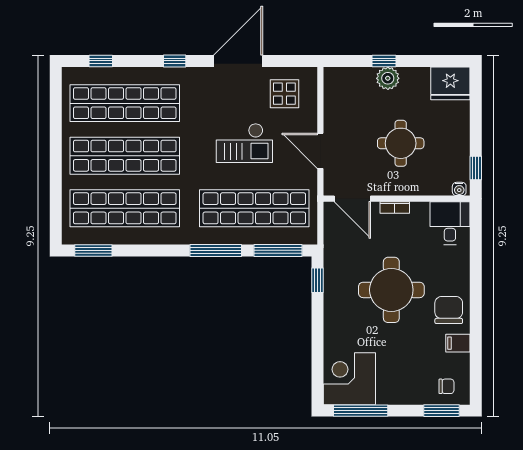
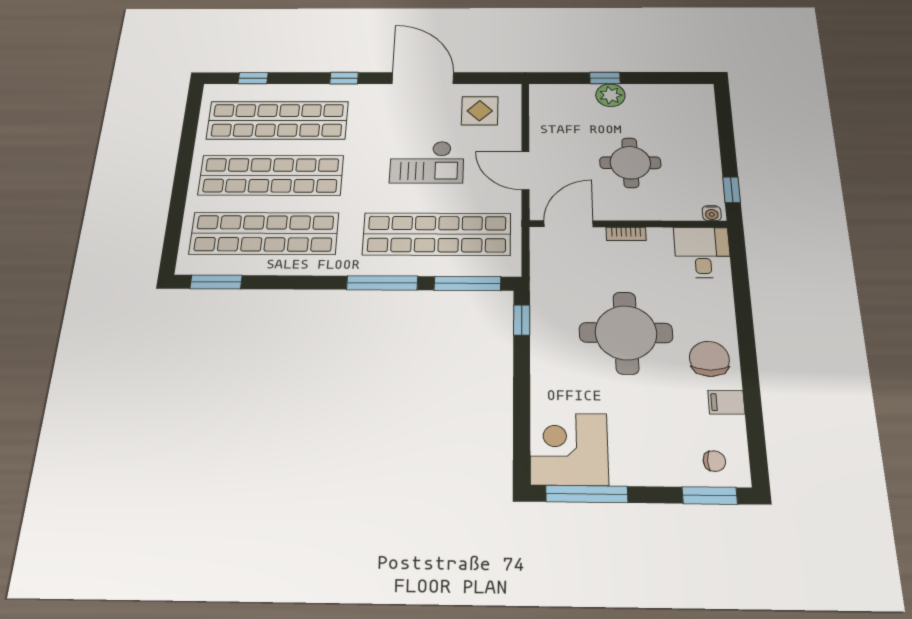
door: (238, 61) -> (423, 78), hinge flipped
fridge: (450, 83) -> (690, 100), removed
door: (352, 199) -> (568, 224), swing flipped

